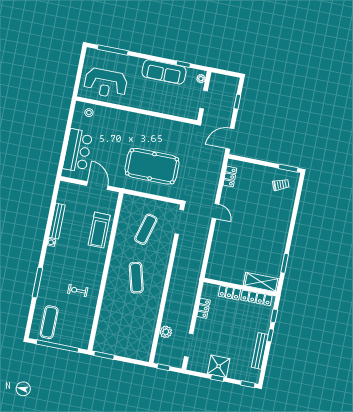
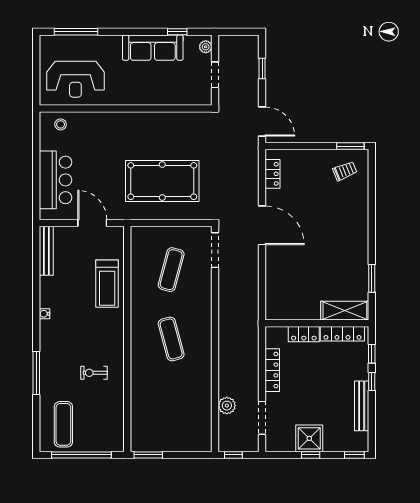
door: (230, 139) -> (262, 122), swing flipped
door: (215, 211) -> (262, 225), width x1.88
bench: (57, 221) -> (46, 251), moved
locker: (203, 308) -> (272, 370), width x1.53

